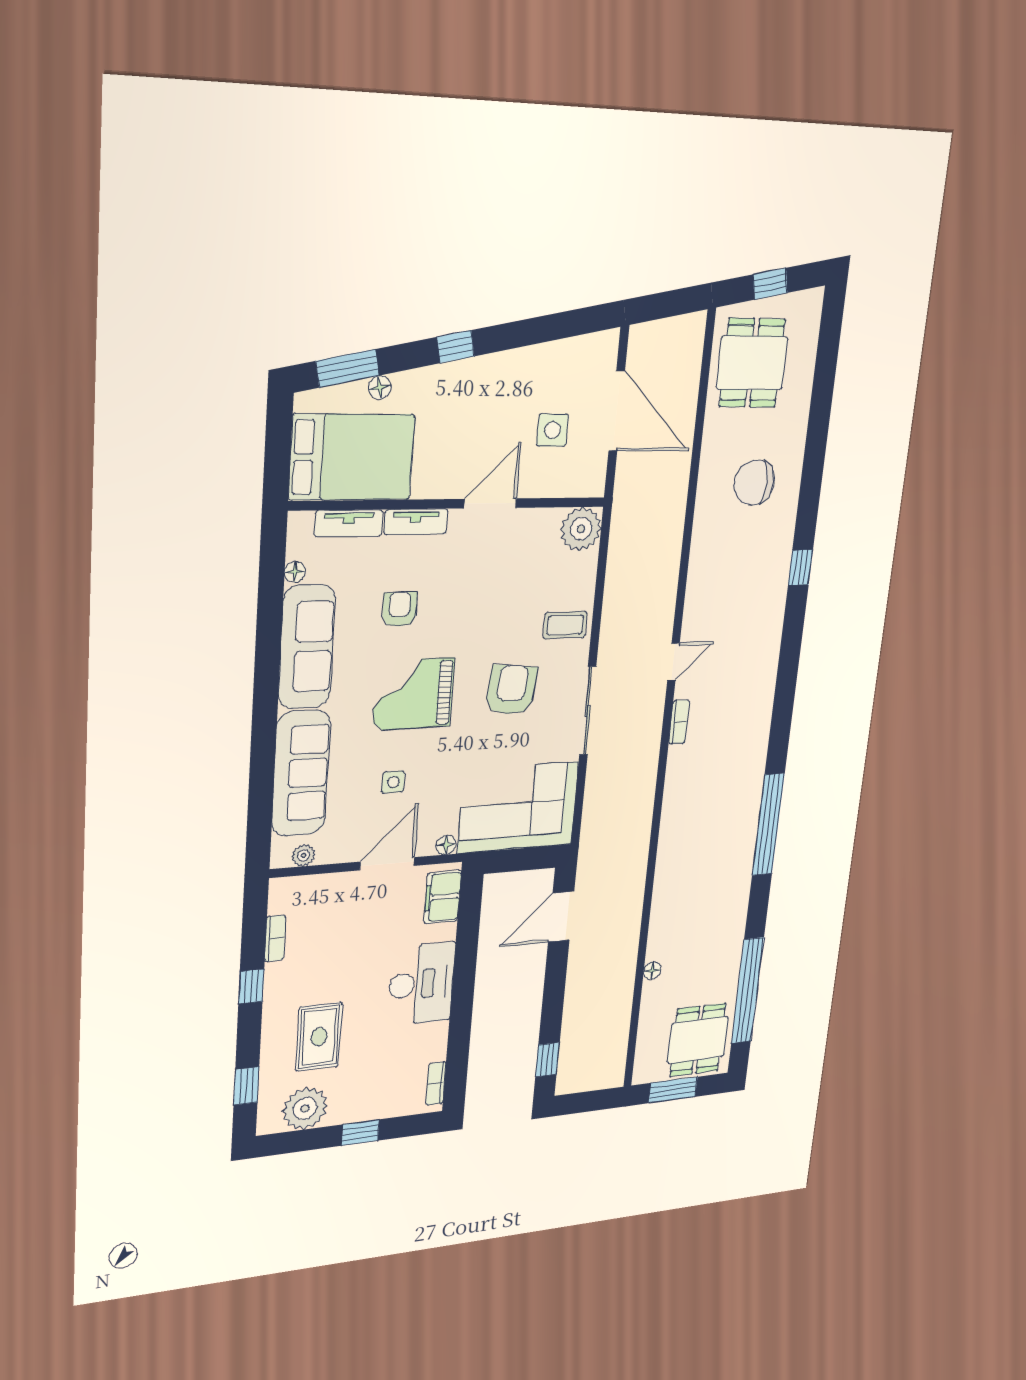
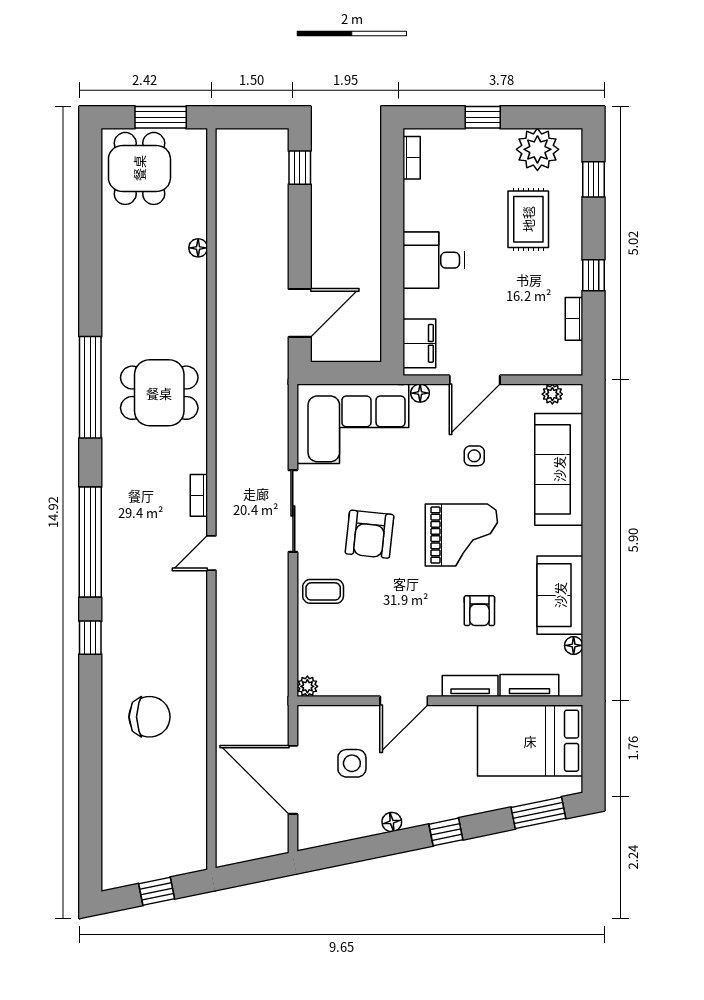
dining table: (752, 363) -> (159, 393), moved, turned 90
floor lamp: (380, 387) -> (392, 822), moved
plant: (581, 529) -> (307, 686), width x0.53, depth x0.53
sofa: (307, 647) -> (560, 595), width x0.73
desk: (421, 984) -> (434, 260), width x0.73
window: (747, 991) -> (90, 542), moved

